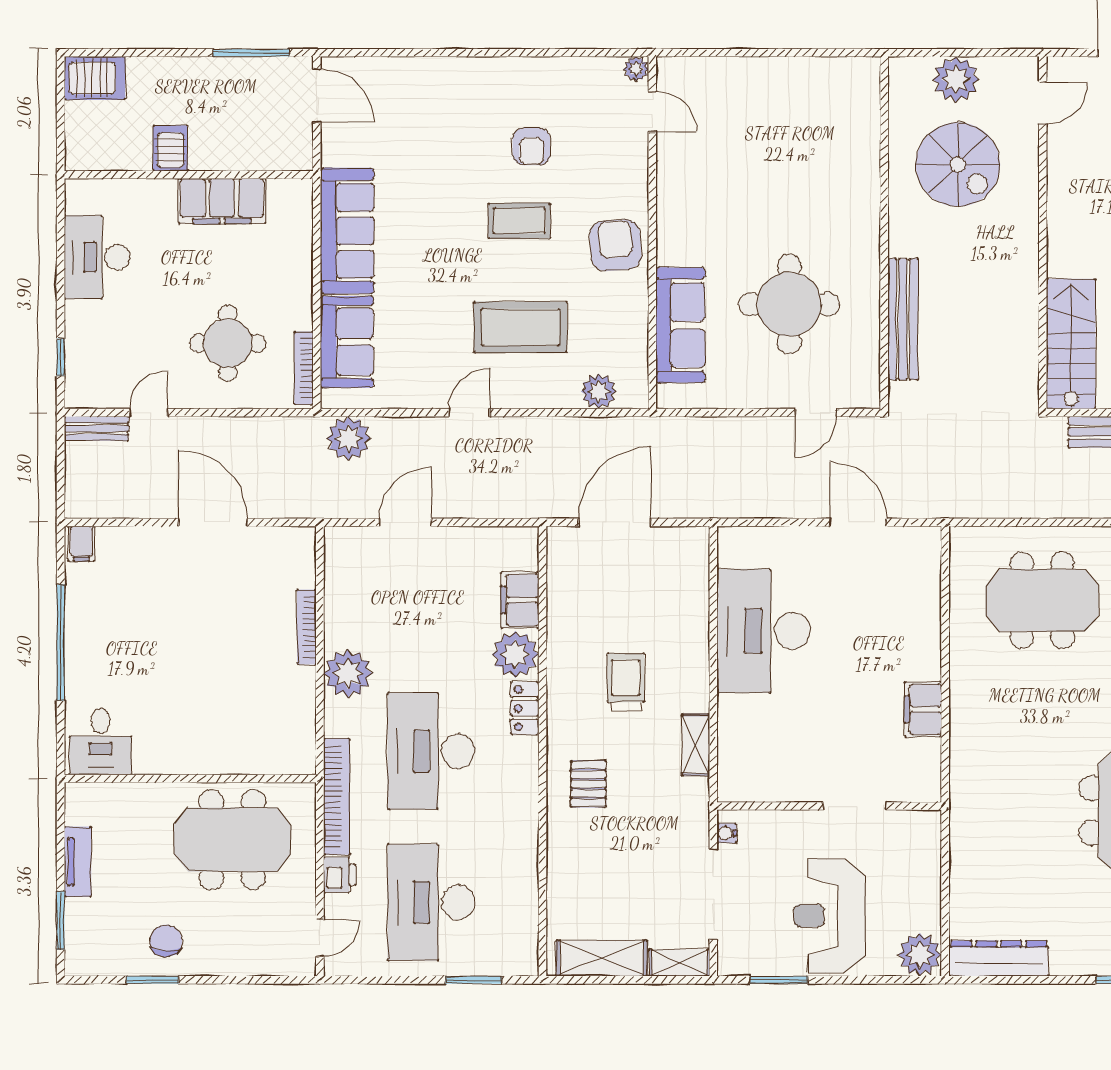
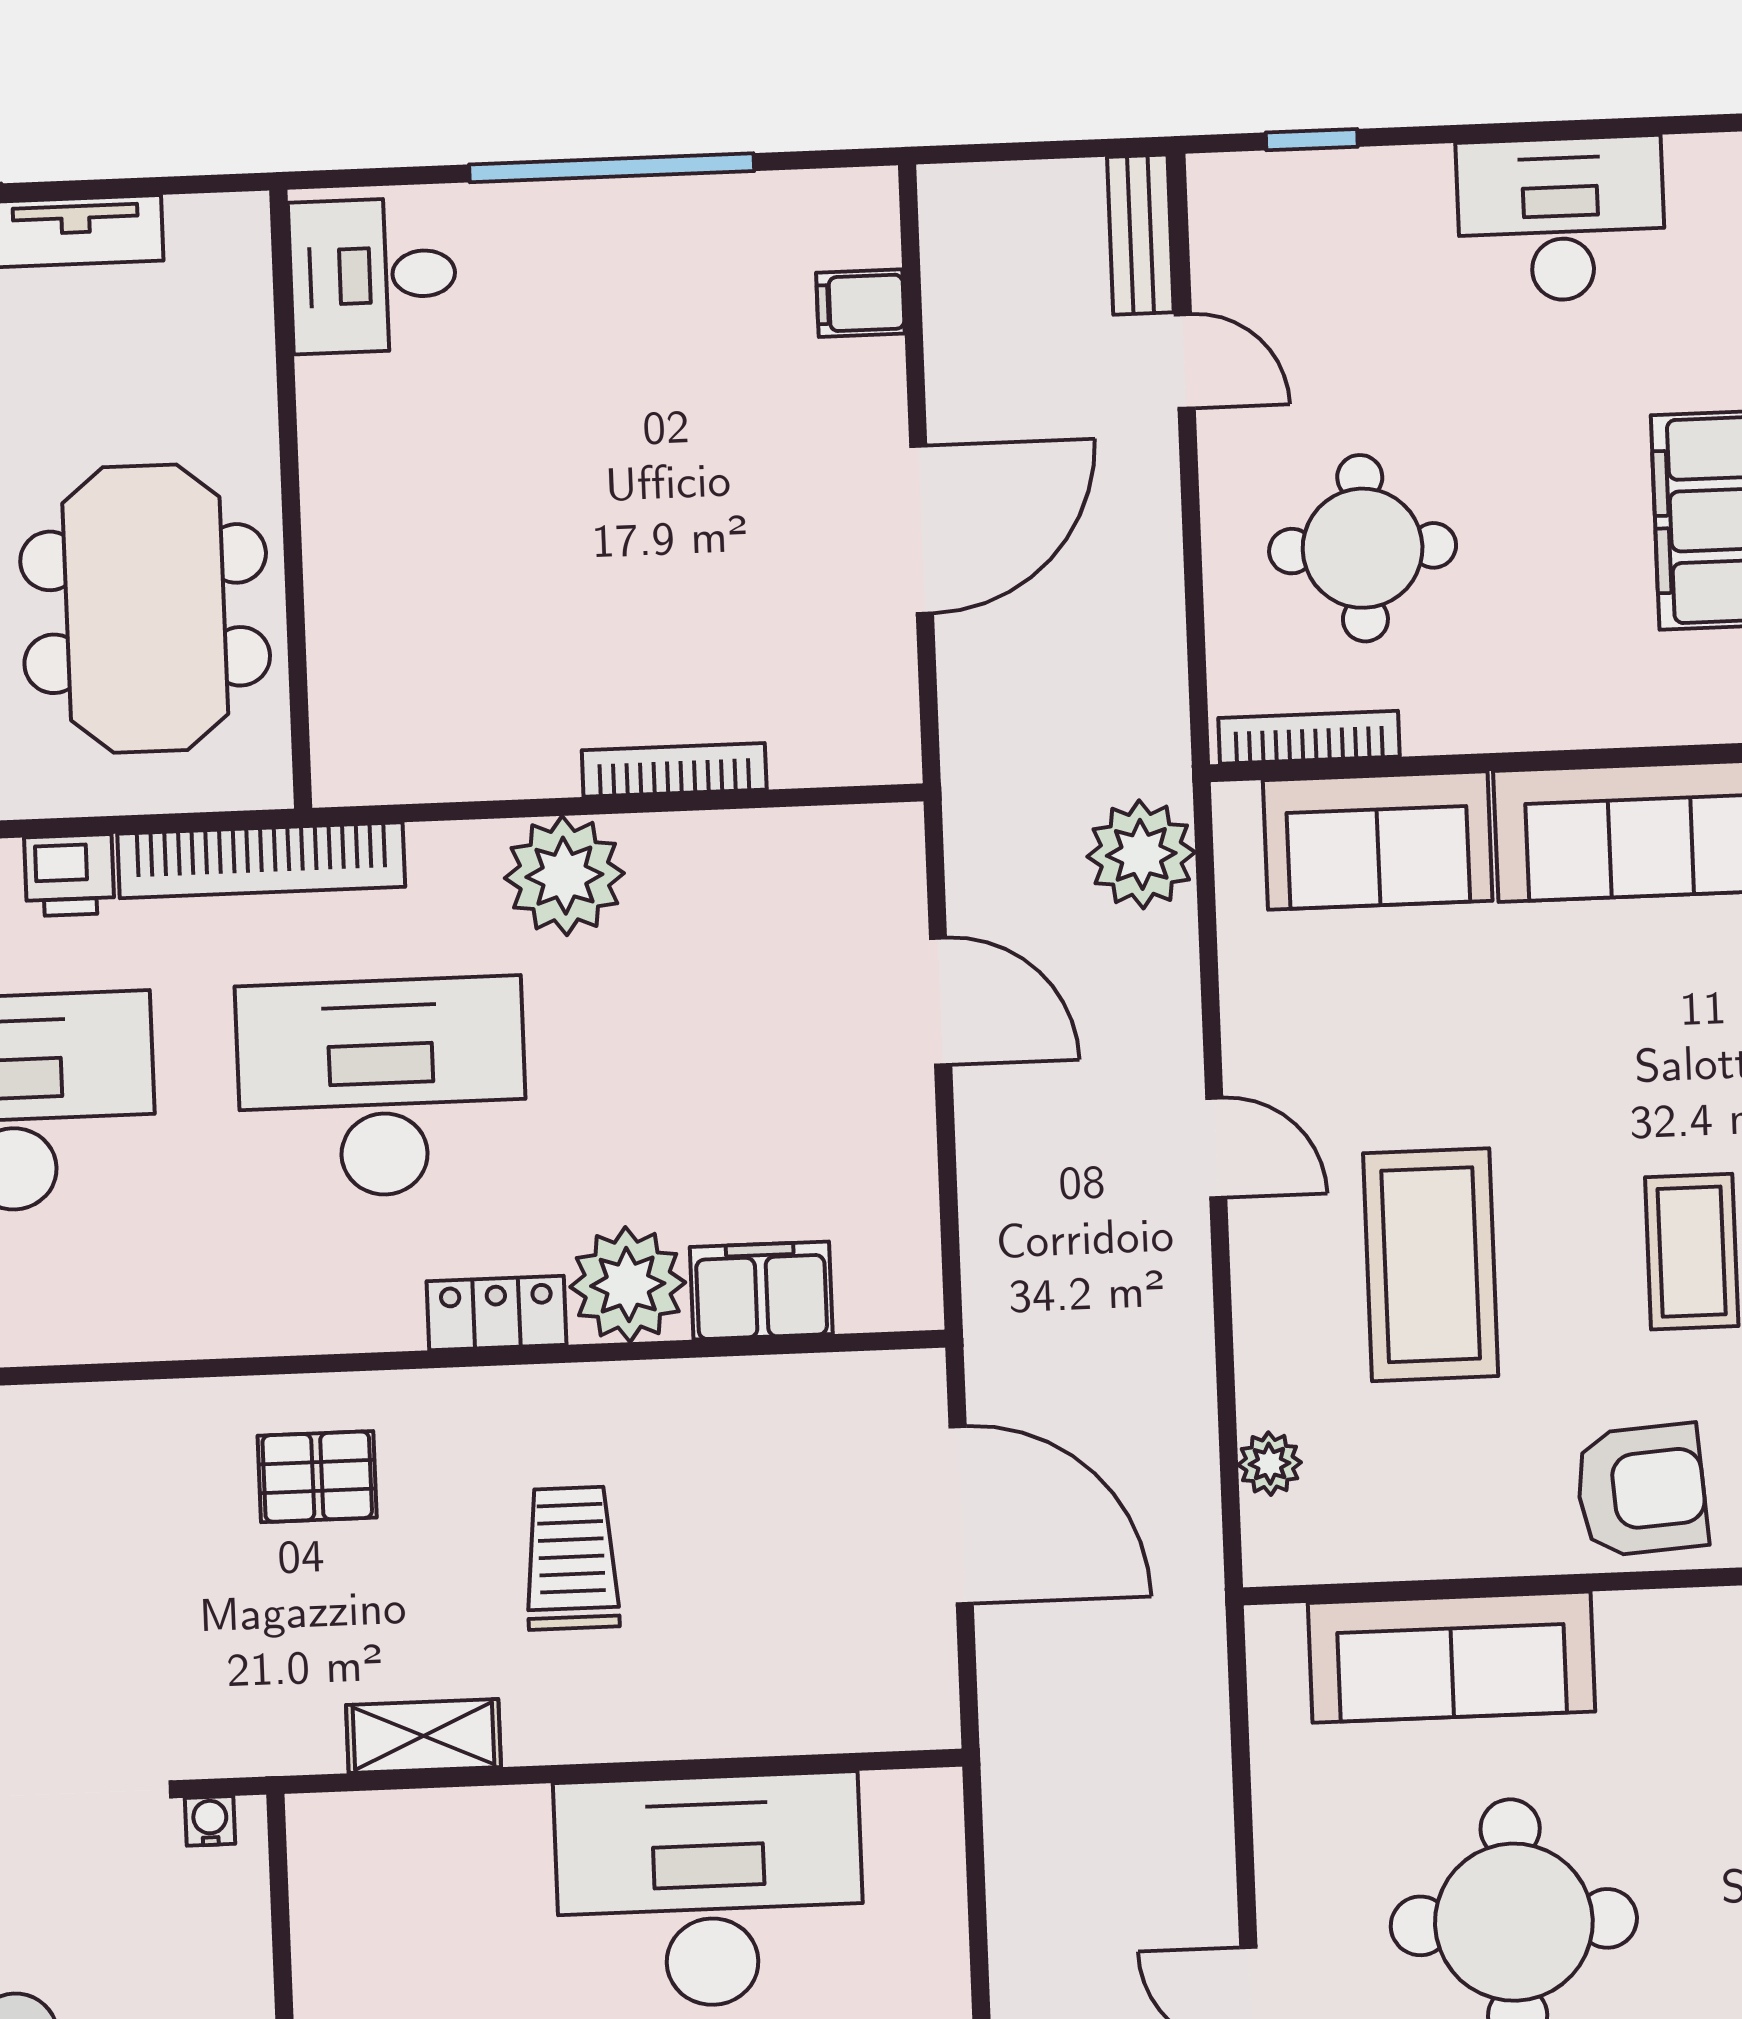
plant: (599, 391) -> (1270, 1464), width x0.73, depth x0.73
filing cabinet: (81, 544) -> (860, 303), moved
trolley: (626, 682) -> (572, 1558), turned -90

